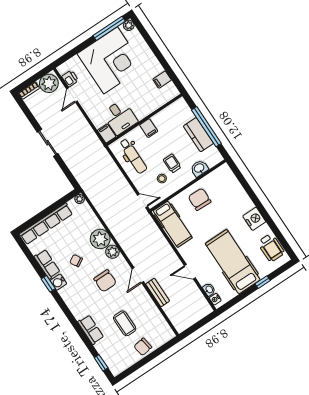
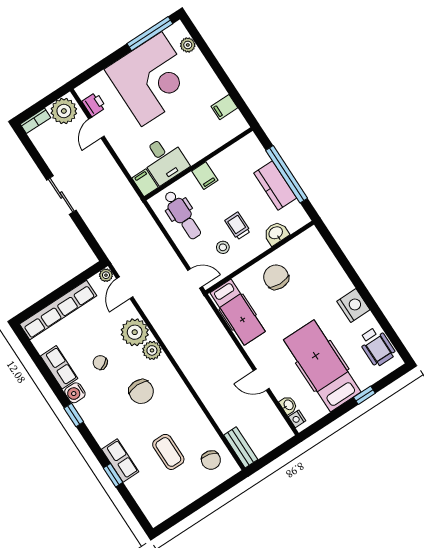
plant: (129, 25) -> (188, 45), moved
door: (138, 275) -> (125, 288), moved
window: (48, 284) -> (74, 415), moved
bench: (158, 292) -> (241, 447), moved
chair: (143, 347) -> (211, 460), moved, turned -66
window: (101, 363) -> (113, 475), moved

